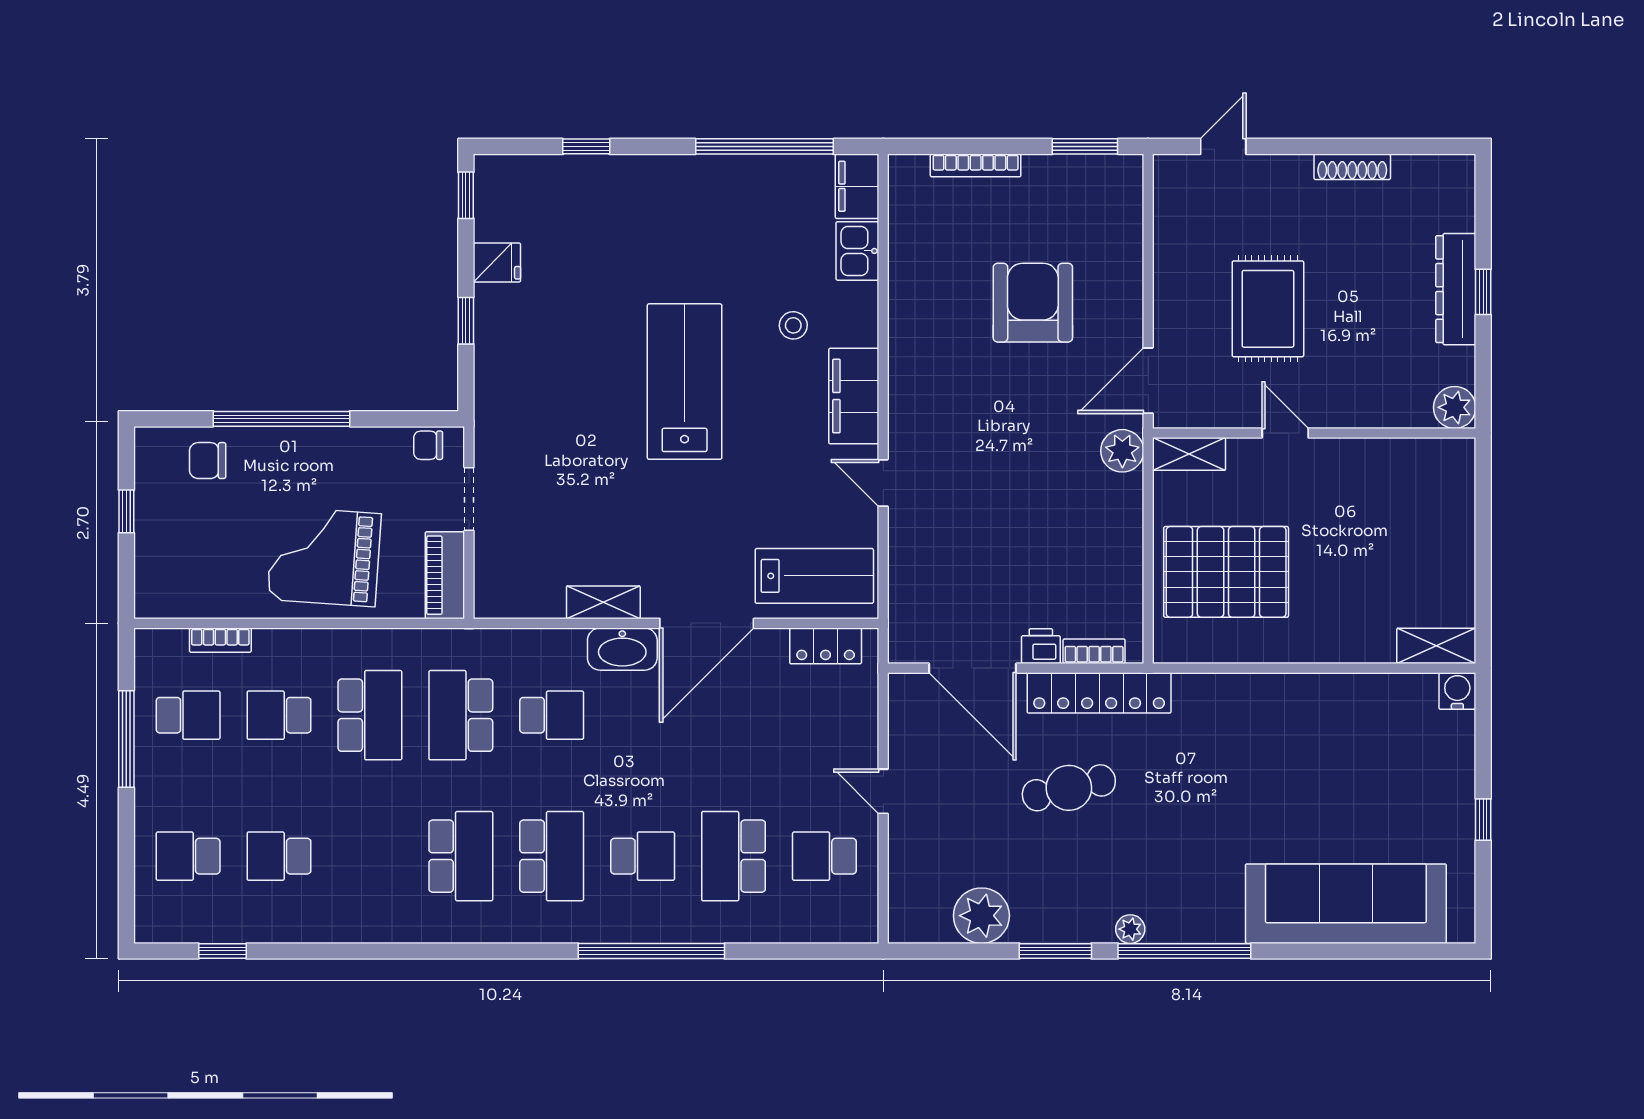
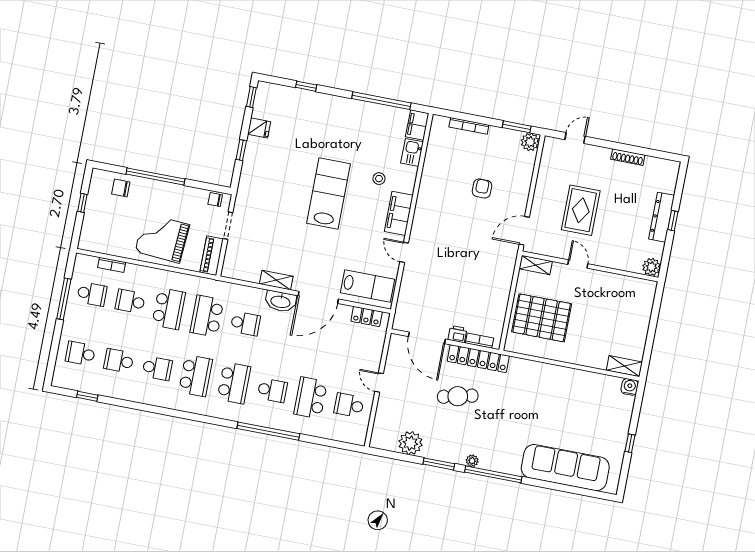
armchair: (1033, 303) -> (482, 188), width x0.53, depth x0.53
plant: (1122, 451) -> (530, 142), moved
school desk: (370, 856) -> (157, 368), added

